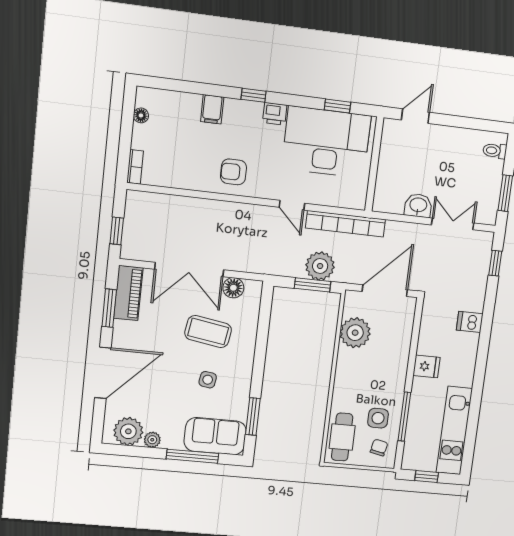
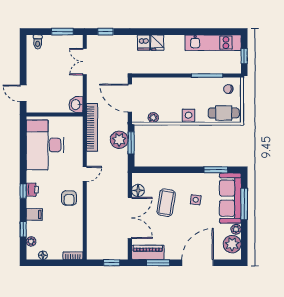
plant: (167, 98) -> (31, 241), added
window: (337, 106) -> (23, 229), moved
printer: (275, 114) -> (32, 190), moved
door: (292, 205) -> (85, 174), moved
washbasin: (418, 206) -> (76, 105), moved
plant: (355, 333) -> (153, 118), width x0.53, depth x0.53
fridge: (426, 366) -> (157, 43), moved, turned 180
door: (103, 373) -> (198, 263), hinge flipped
side table: (378, 418) -> (189, 115), moved
sofa: (215, 436) -> (230, 198), width x1.36

